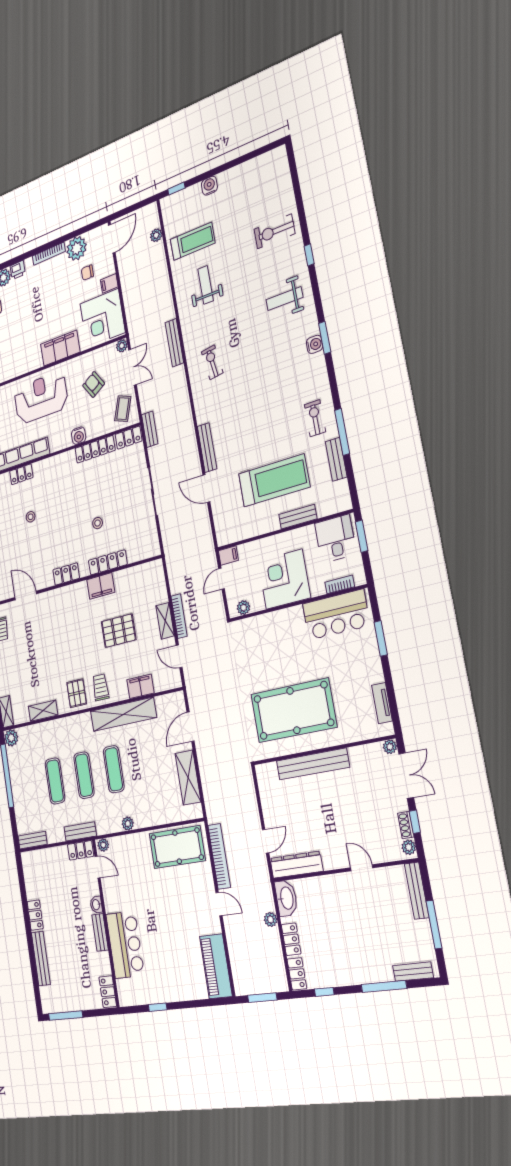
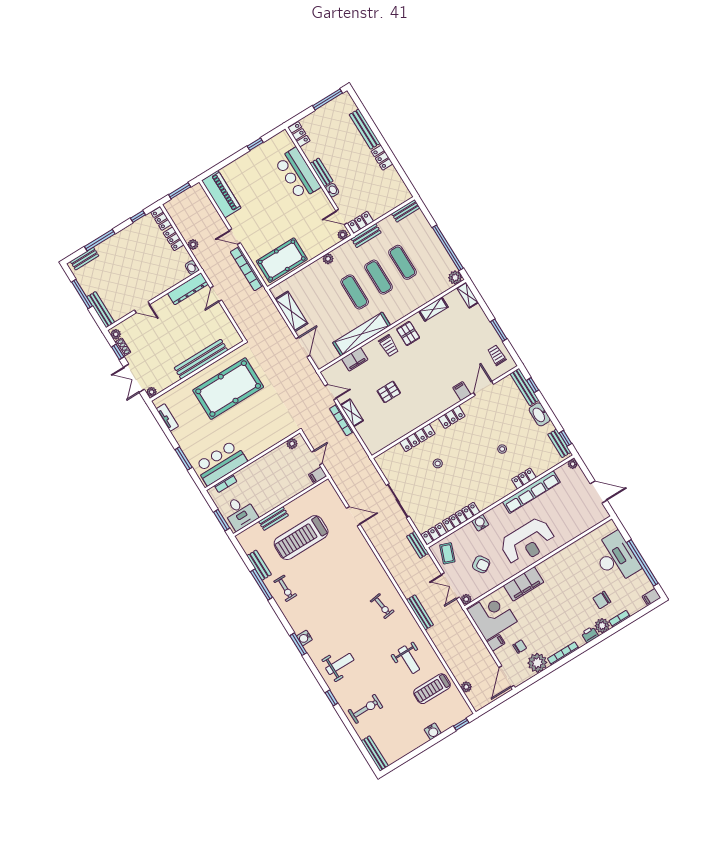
bench: (207, 448) -> (375, 754), moved
corner desk: (284, 579) -> (268, 473), removed
filing cabinet: (101, 586) -> (462, 391), moved, width x0.50
door: (26, 596) -> (483, 388), swing flipped
pallet: (119, 631) -> (389, 392), width x0.67, depth x0.71
washbasin: (286, 898) -> (192, 267), width x0.52, depth x0.69

